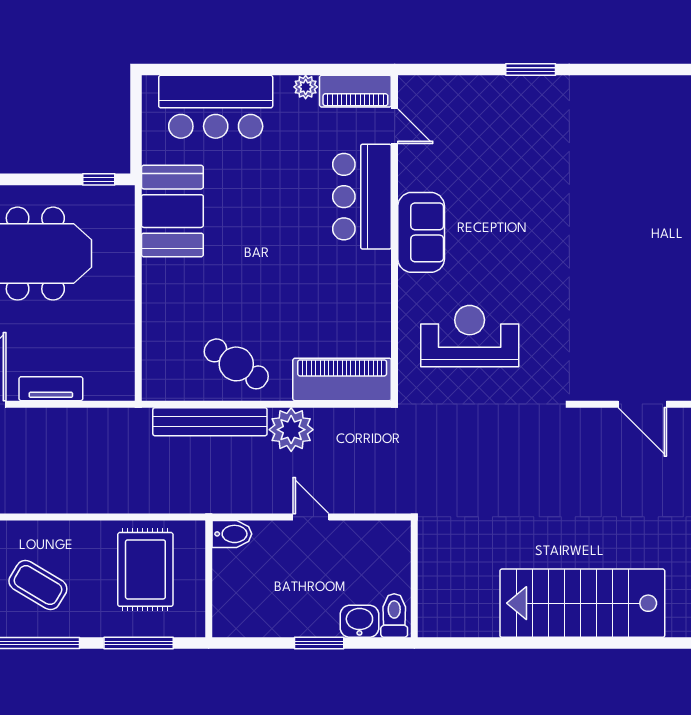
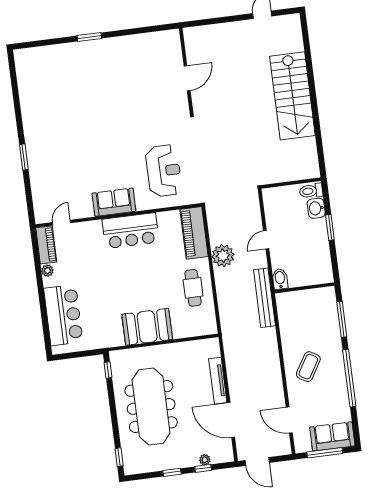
bar counter: (362, 197) -> (131, 231), moved
booth: (172, 211) -> (147, 327), moved
reception desk: (470, 336) -> (164, 171), turned 180
cafe table: (236, 364) -> (193, 288), turned -33
tv unit: (51, 389) -> (218, 381), width x1.41
bench: (210, 422) -> (264, 298), moved
rug: (145, 569) -> (304, 321), removed
coffee table: (38, 585) -> (308, 367), moved

